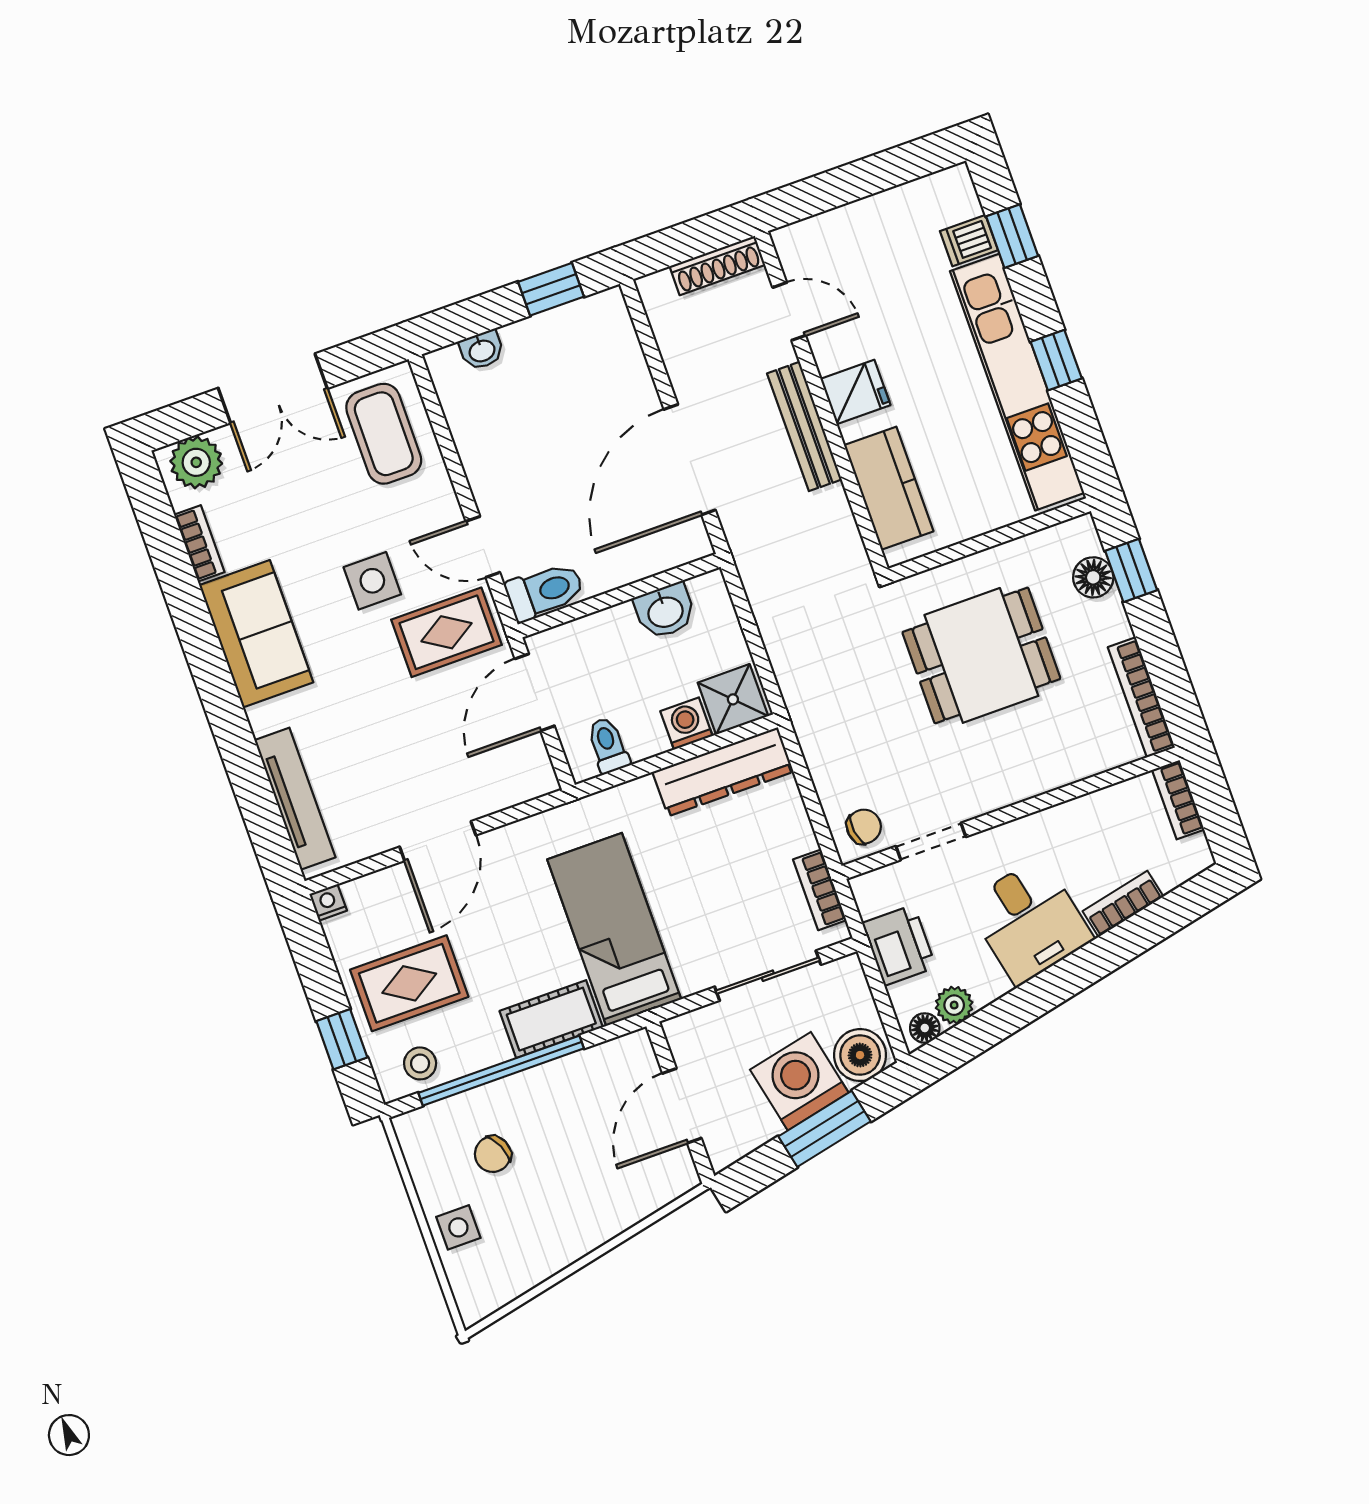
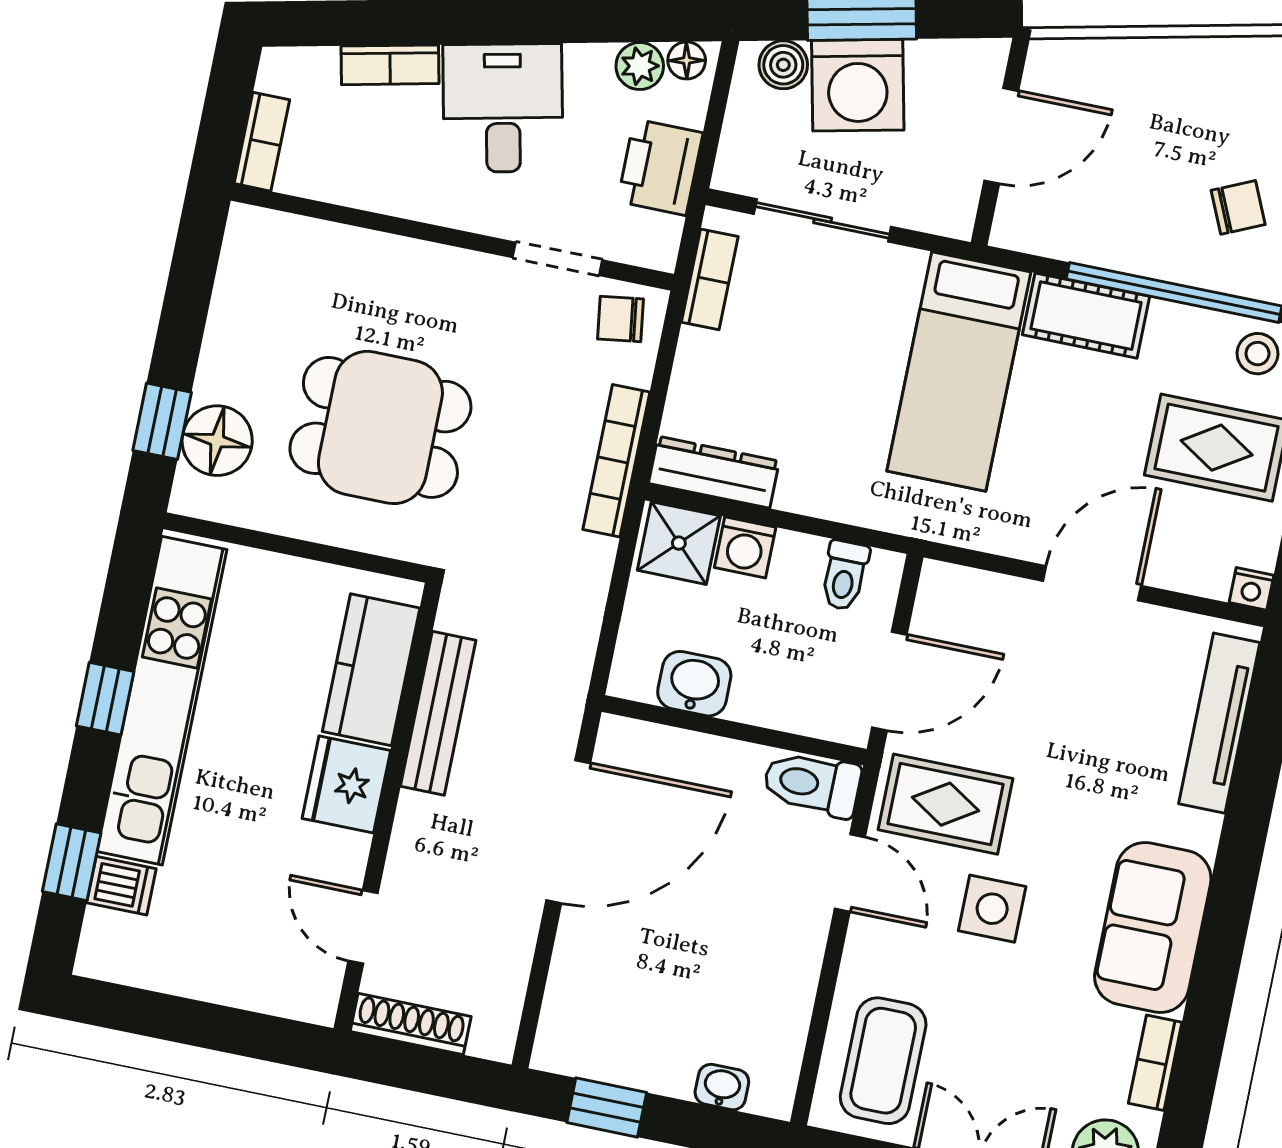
fridge: (855, 392) -> (346, 784), width x1.38
bench: (804, 426) -> (438, 713), moved
floor lamp: (1093, 577) -> (217, 441), width x1.38, depth x1.38
bookcase: (1141, 697) -> (616, 461), moved, turned 180
dresser: (723, 772) -> (714, 472), width x0.73, depth x0.80
boiler: (860, 1055) -> (783, 65), width x0.73, depth x0.73

